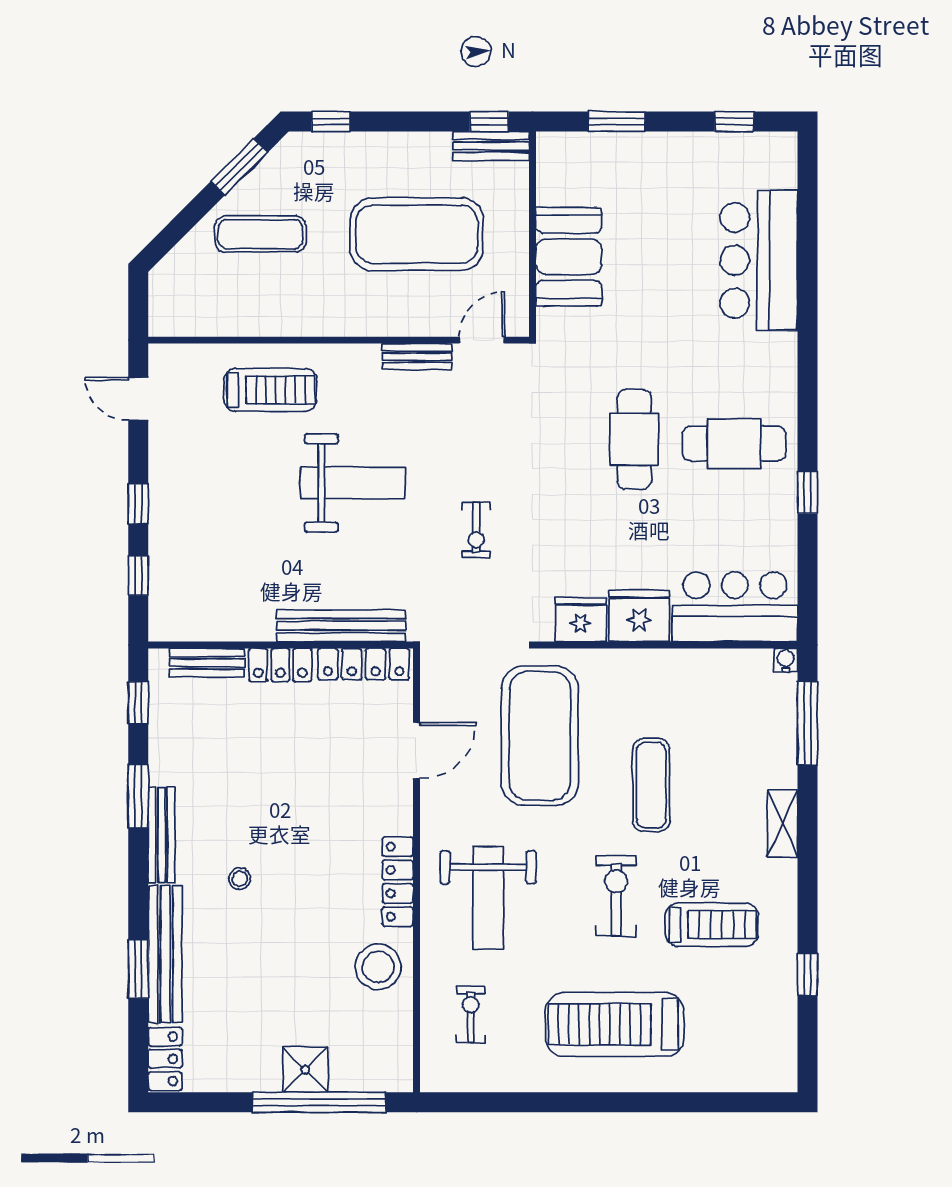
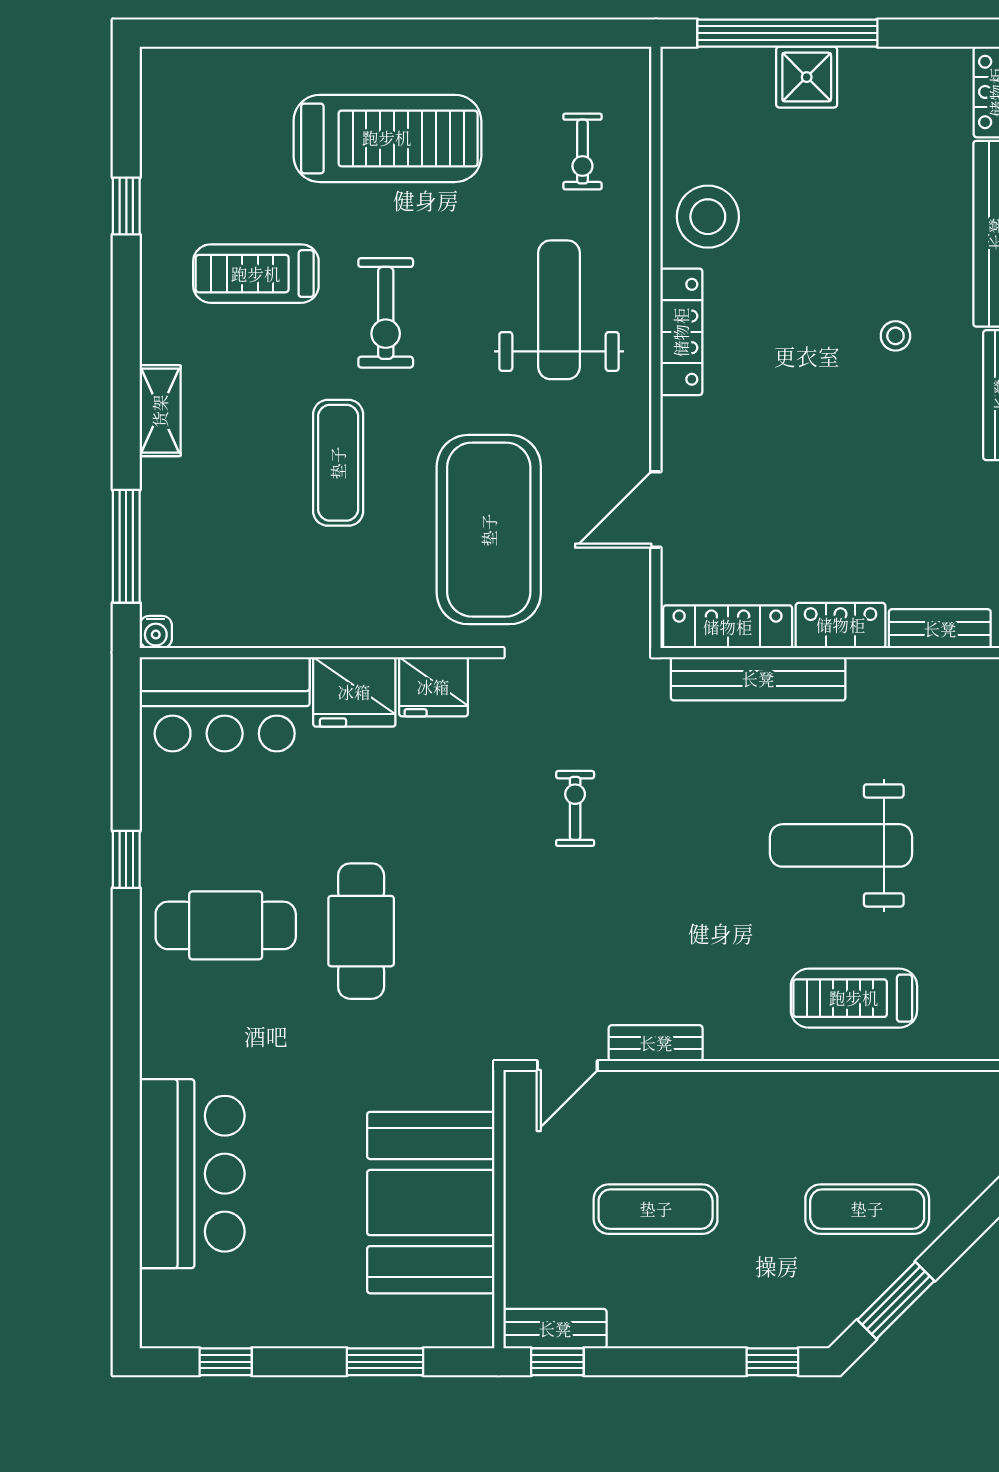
exercise mat: (417, 234) -> (656, 1209), width x0.50, depth x0.69
booth: (569, 257) -> (431, 1203), width x1.36, depth x1.42
weight bench: (353, 483) -> (841, 845), moved

